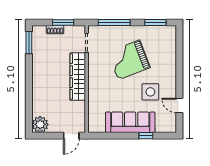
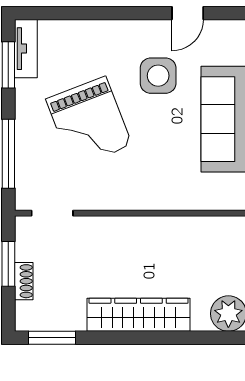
tv unit: (163, 31) -> (26, 49), added
wardrobe: (78, 77) -> (139, 315), moved, turned 180

